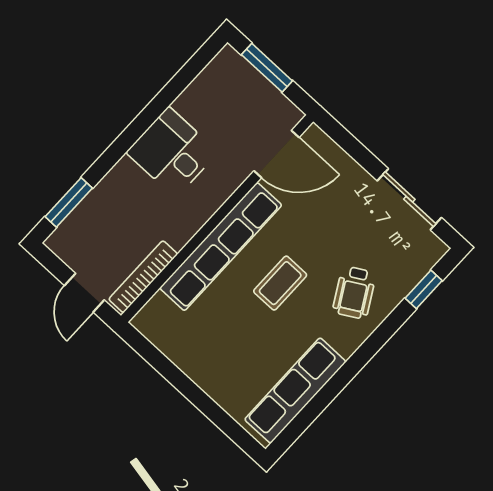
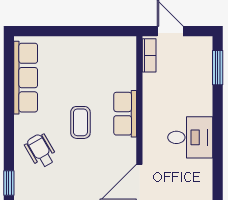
row of seats: (221, 247) -> (125, 114), width x0.50
bookcase: (143, 277) -> (149, 55), width x0.64

